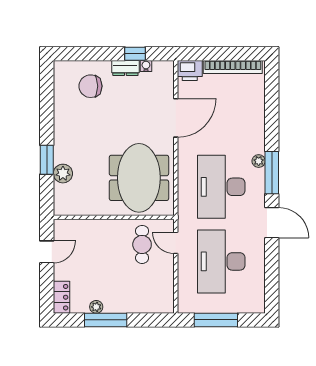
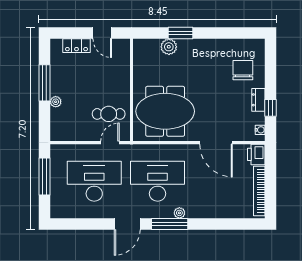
water cooler: (146, 66) -> (260, 130), moved
locker: (62, 297) -> (76, 46), moved
plant: (96, 307) -> (56, 102), moved

